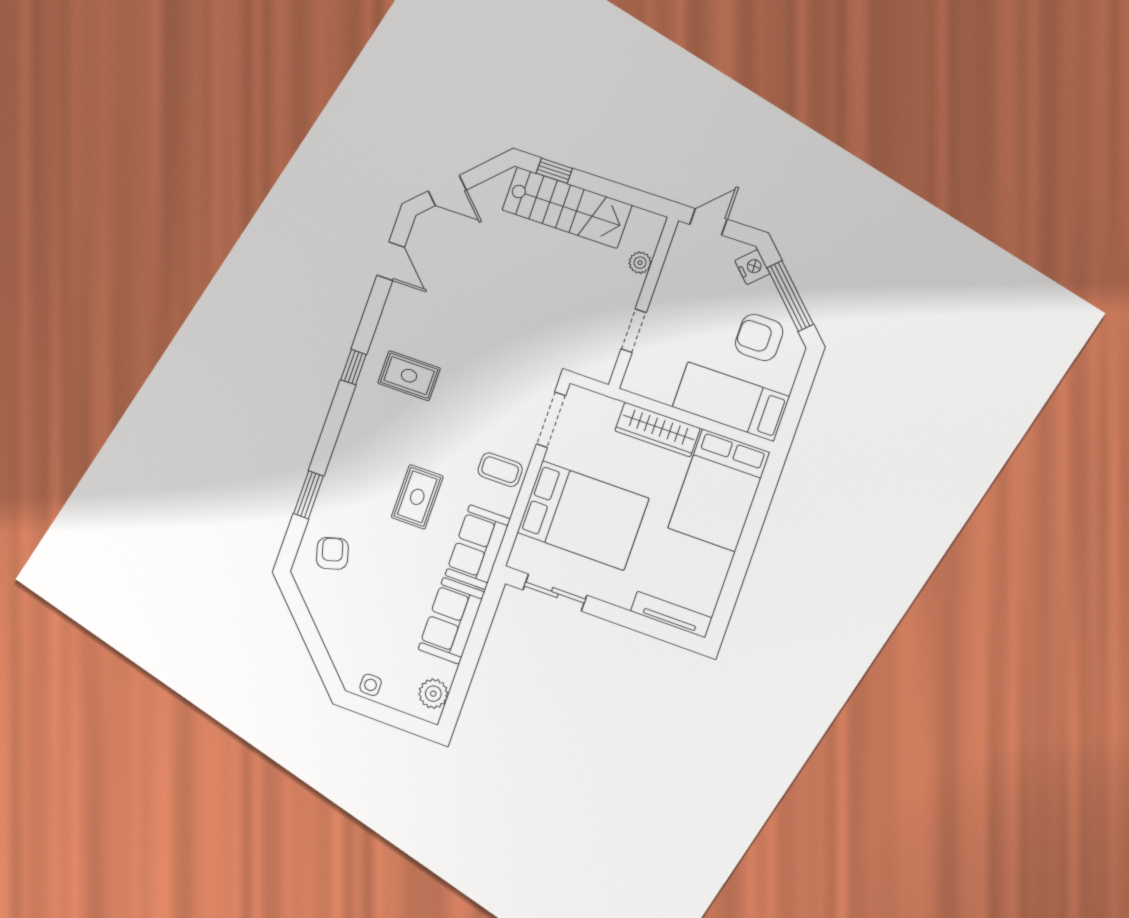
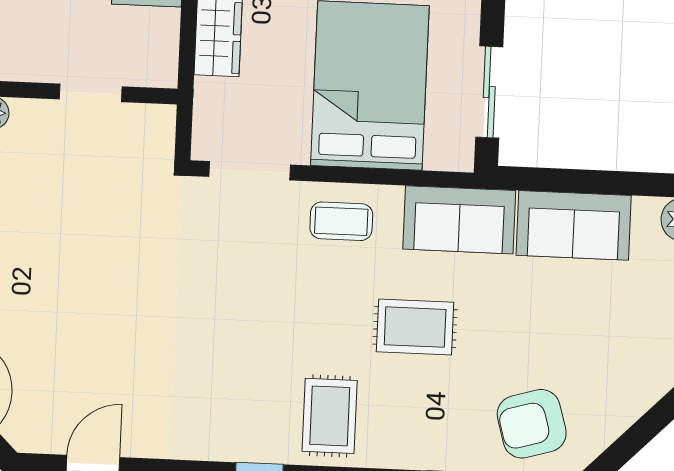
rug: (409, 376) -> (330, 416), moved
coffee table: (500, 470) -> (341, 221), turned 90
armchair: (332, 553) -> (532, 424), width x1.38, depth x1.38

